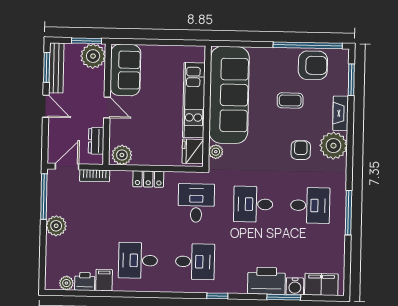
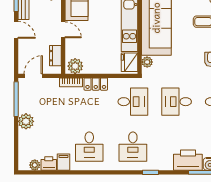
bookcase: (95, 176) -> (71, 82), moved
desk: (196, 203) -> (133, 102), turned 90
desk: (138, 260) -> (89, 147), turned -90
desk: (195, 262) -> (133, 147), turned 90

